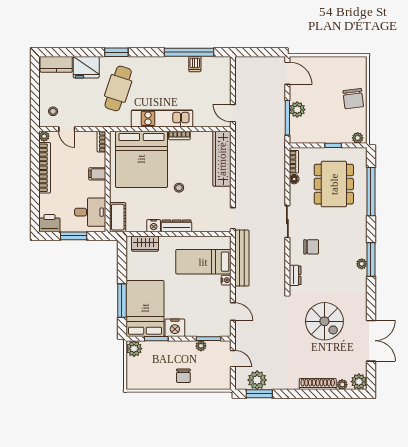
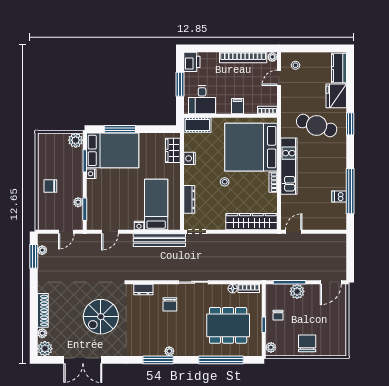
chair: (353, 99) -> (307, 343), turned 97
chair: (323, 130) -> (278, 315), added
dresser: (177, 226) -> (189, 199), moved
plant: (362, 264) -> (169, 351), moved
nightstand: (175, 328) -> (91, 174), width x0.53, depth x0.56
plant: (257, 380) -> (42, 250), width x0.53, depth x0.53

